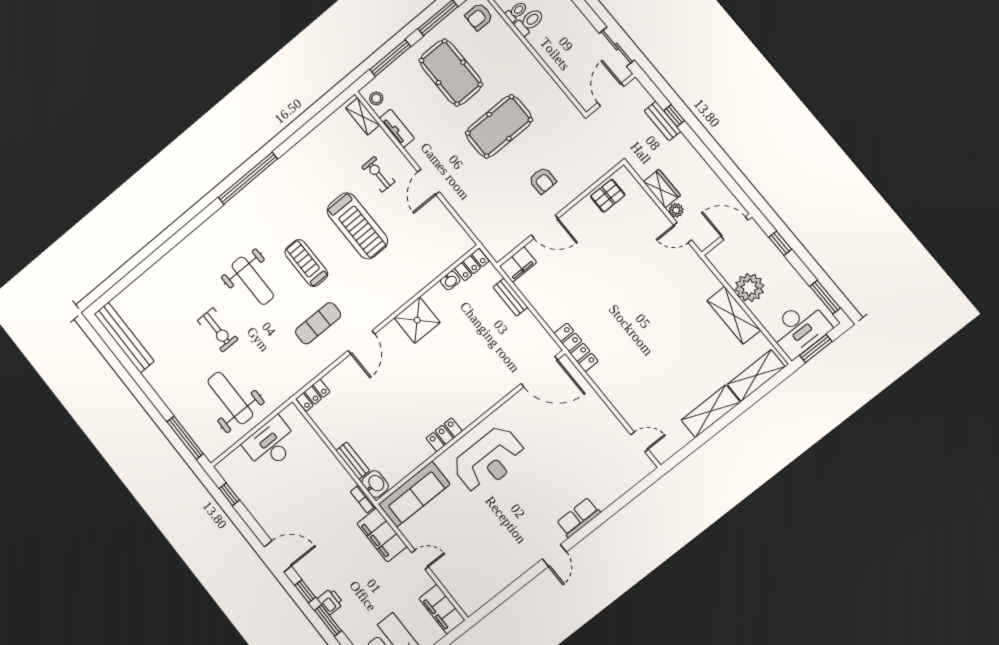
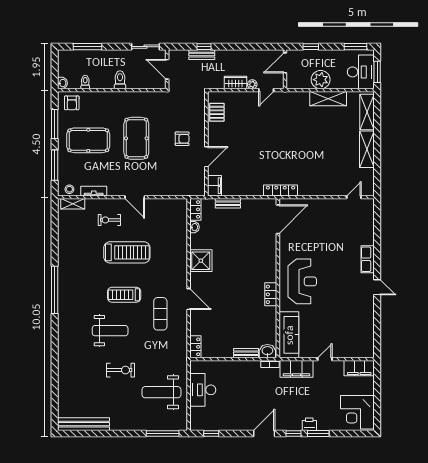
toilet: (529, 22) -> (120, 80), moved

